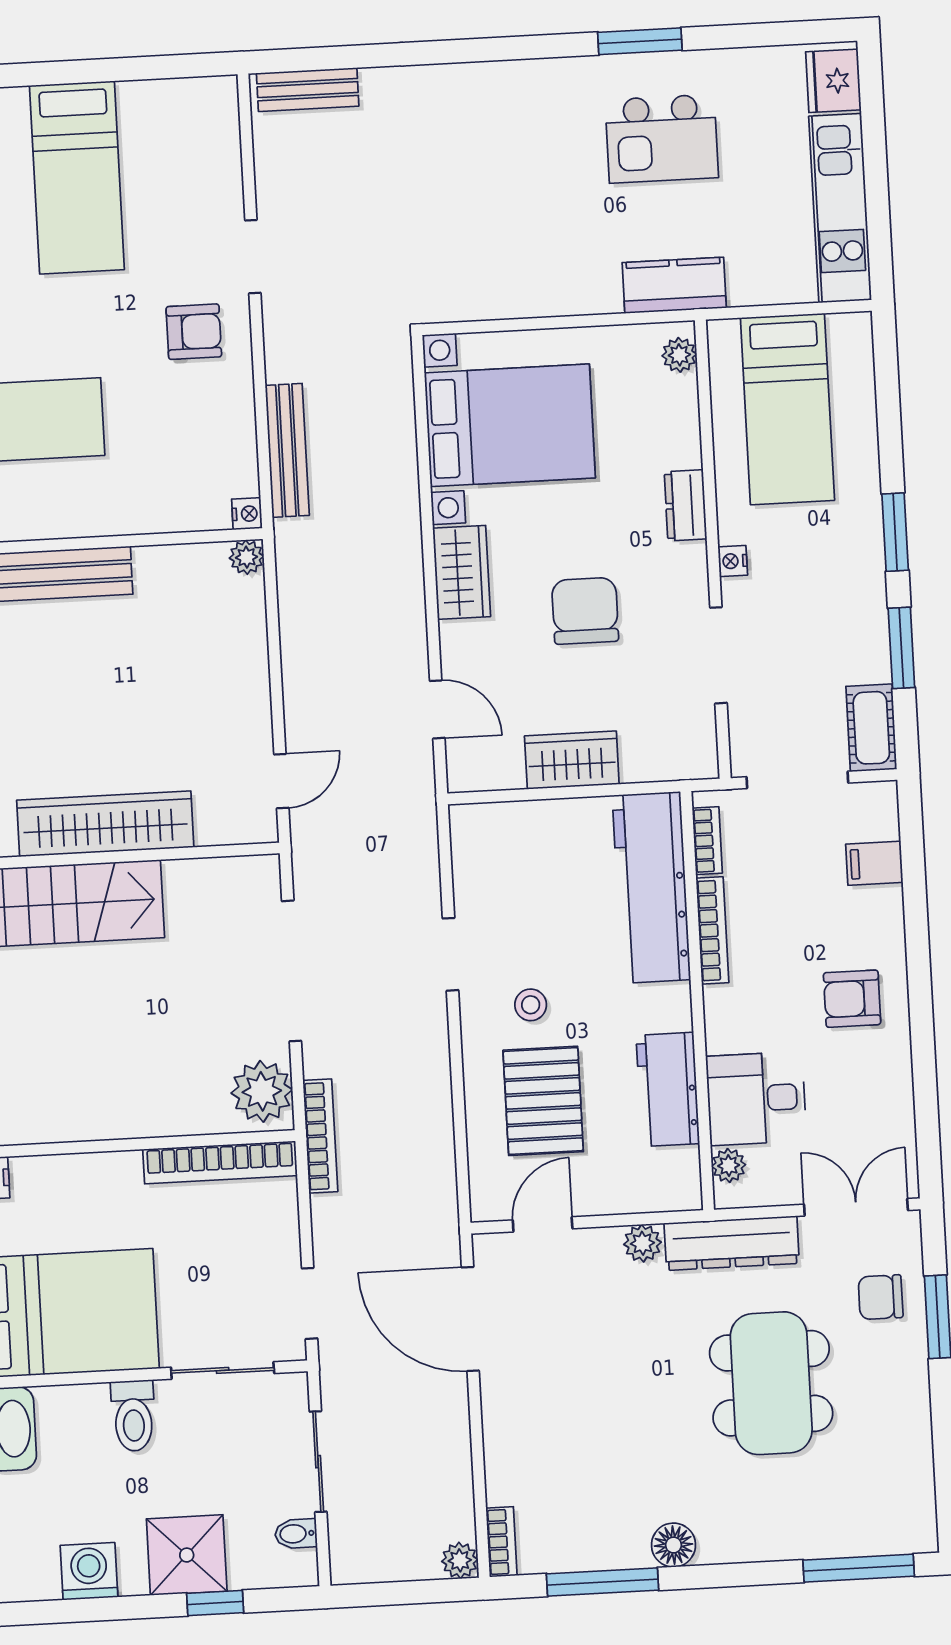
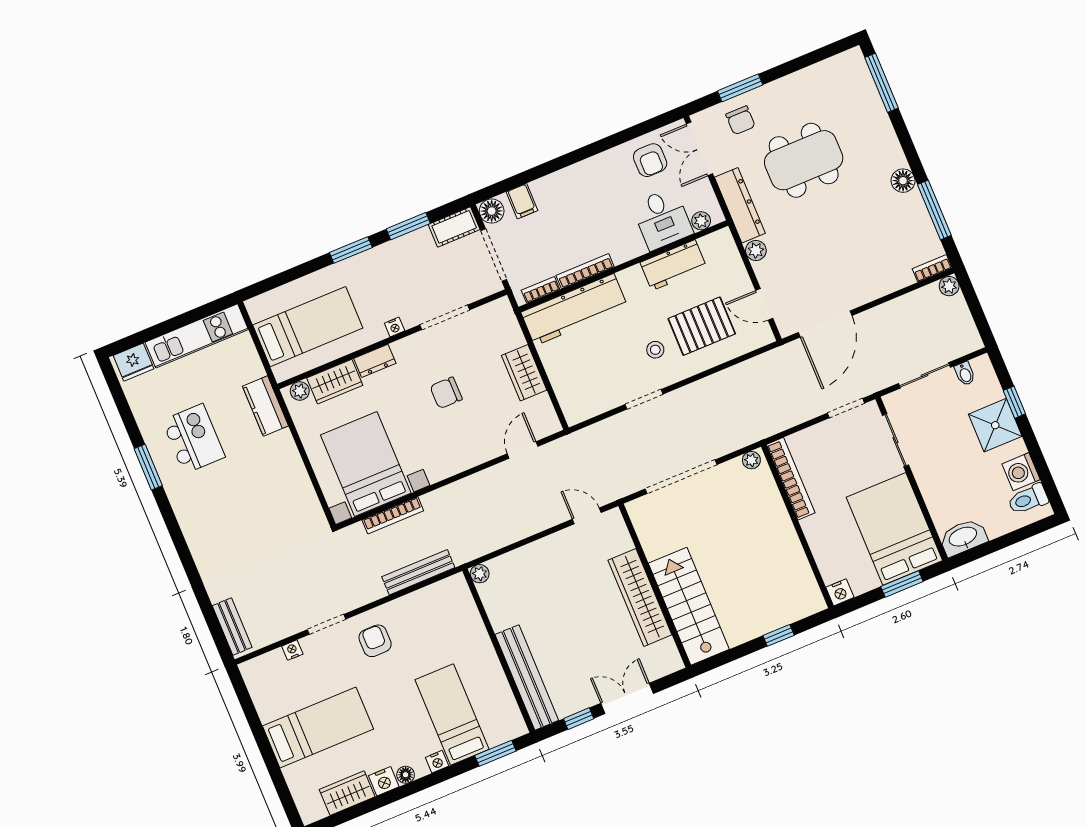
nightstand: (247, 514) -> (292, 650), moved
wardrobe: (462, 572) -> (335, 382), moved, turned 180
chair: (585, 611) -> (446, 393), width x0.73, depth x0.73
floor lamp: (876, 804) -> (492, 211), added
armchair: (852, 999) -> (650, 160), moved
plant: (262, 1091) -> (751, 460), width x0.53, depth x0.53
bookcase: (320, 1136) -> (393, 515), moved, turned 180
toilet: (133, 1416) -> (1028, 499), moved, turned 180

